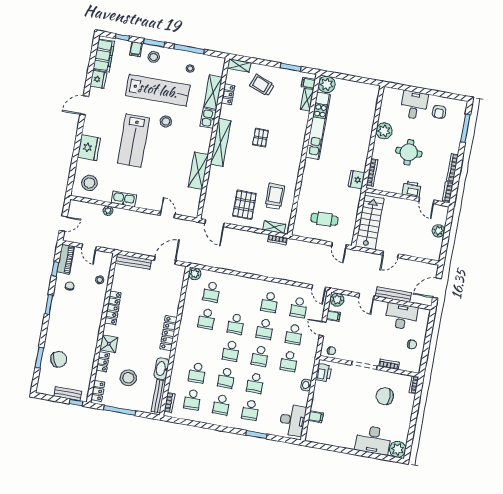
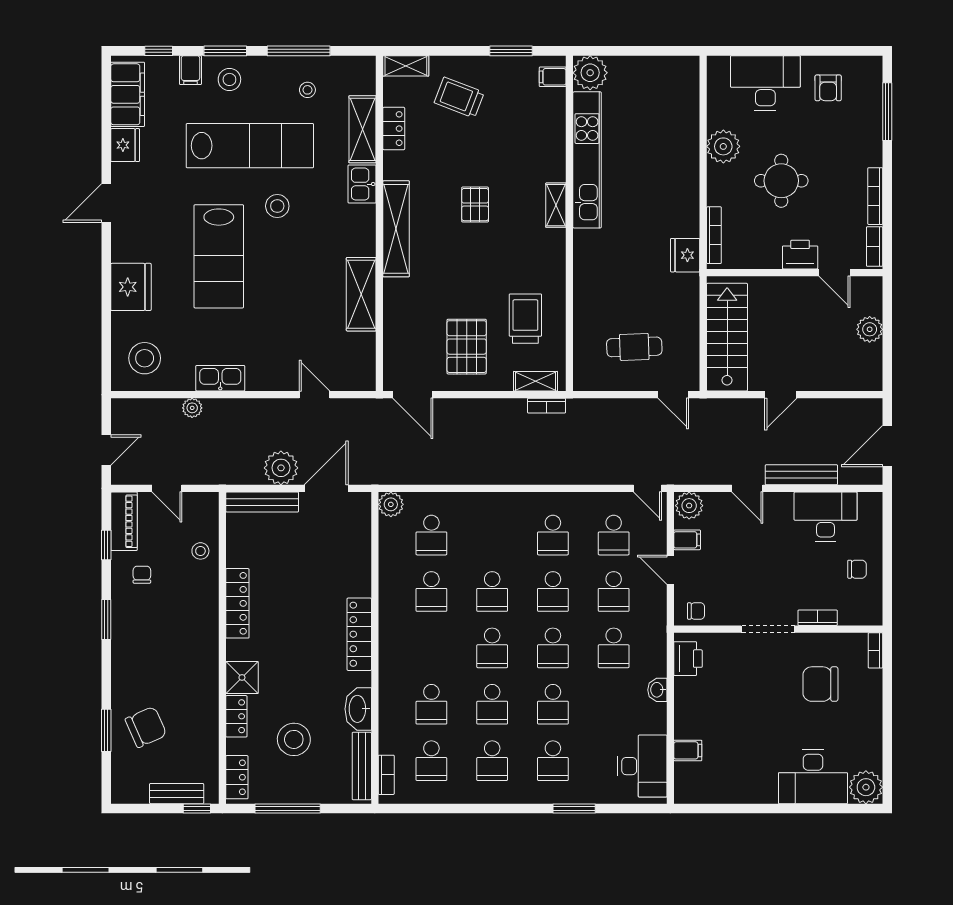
shelving: (307, 100) -> (556, 205), moved
desk: (414, 105) -> (765, 83), width x1.37
plant: (145, 247) -> (281, 468), added

